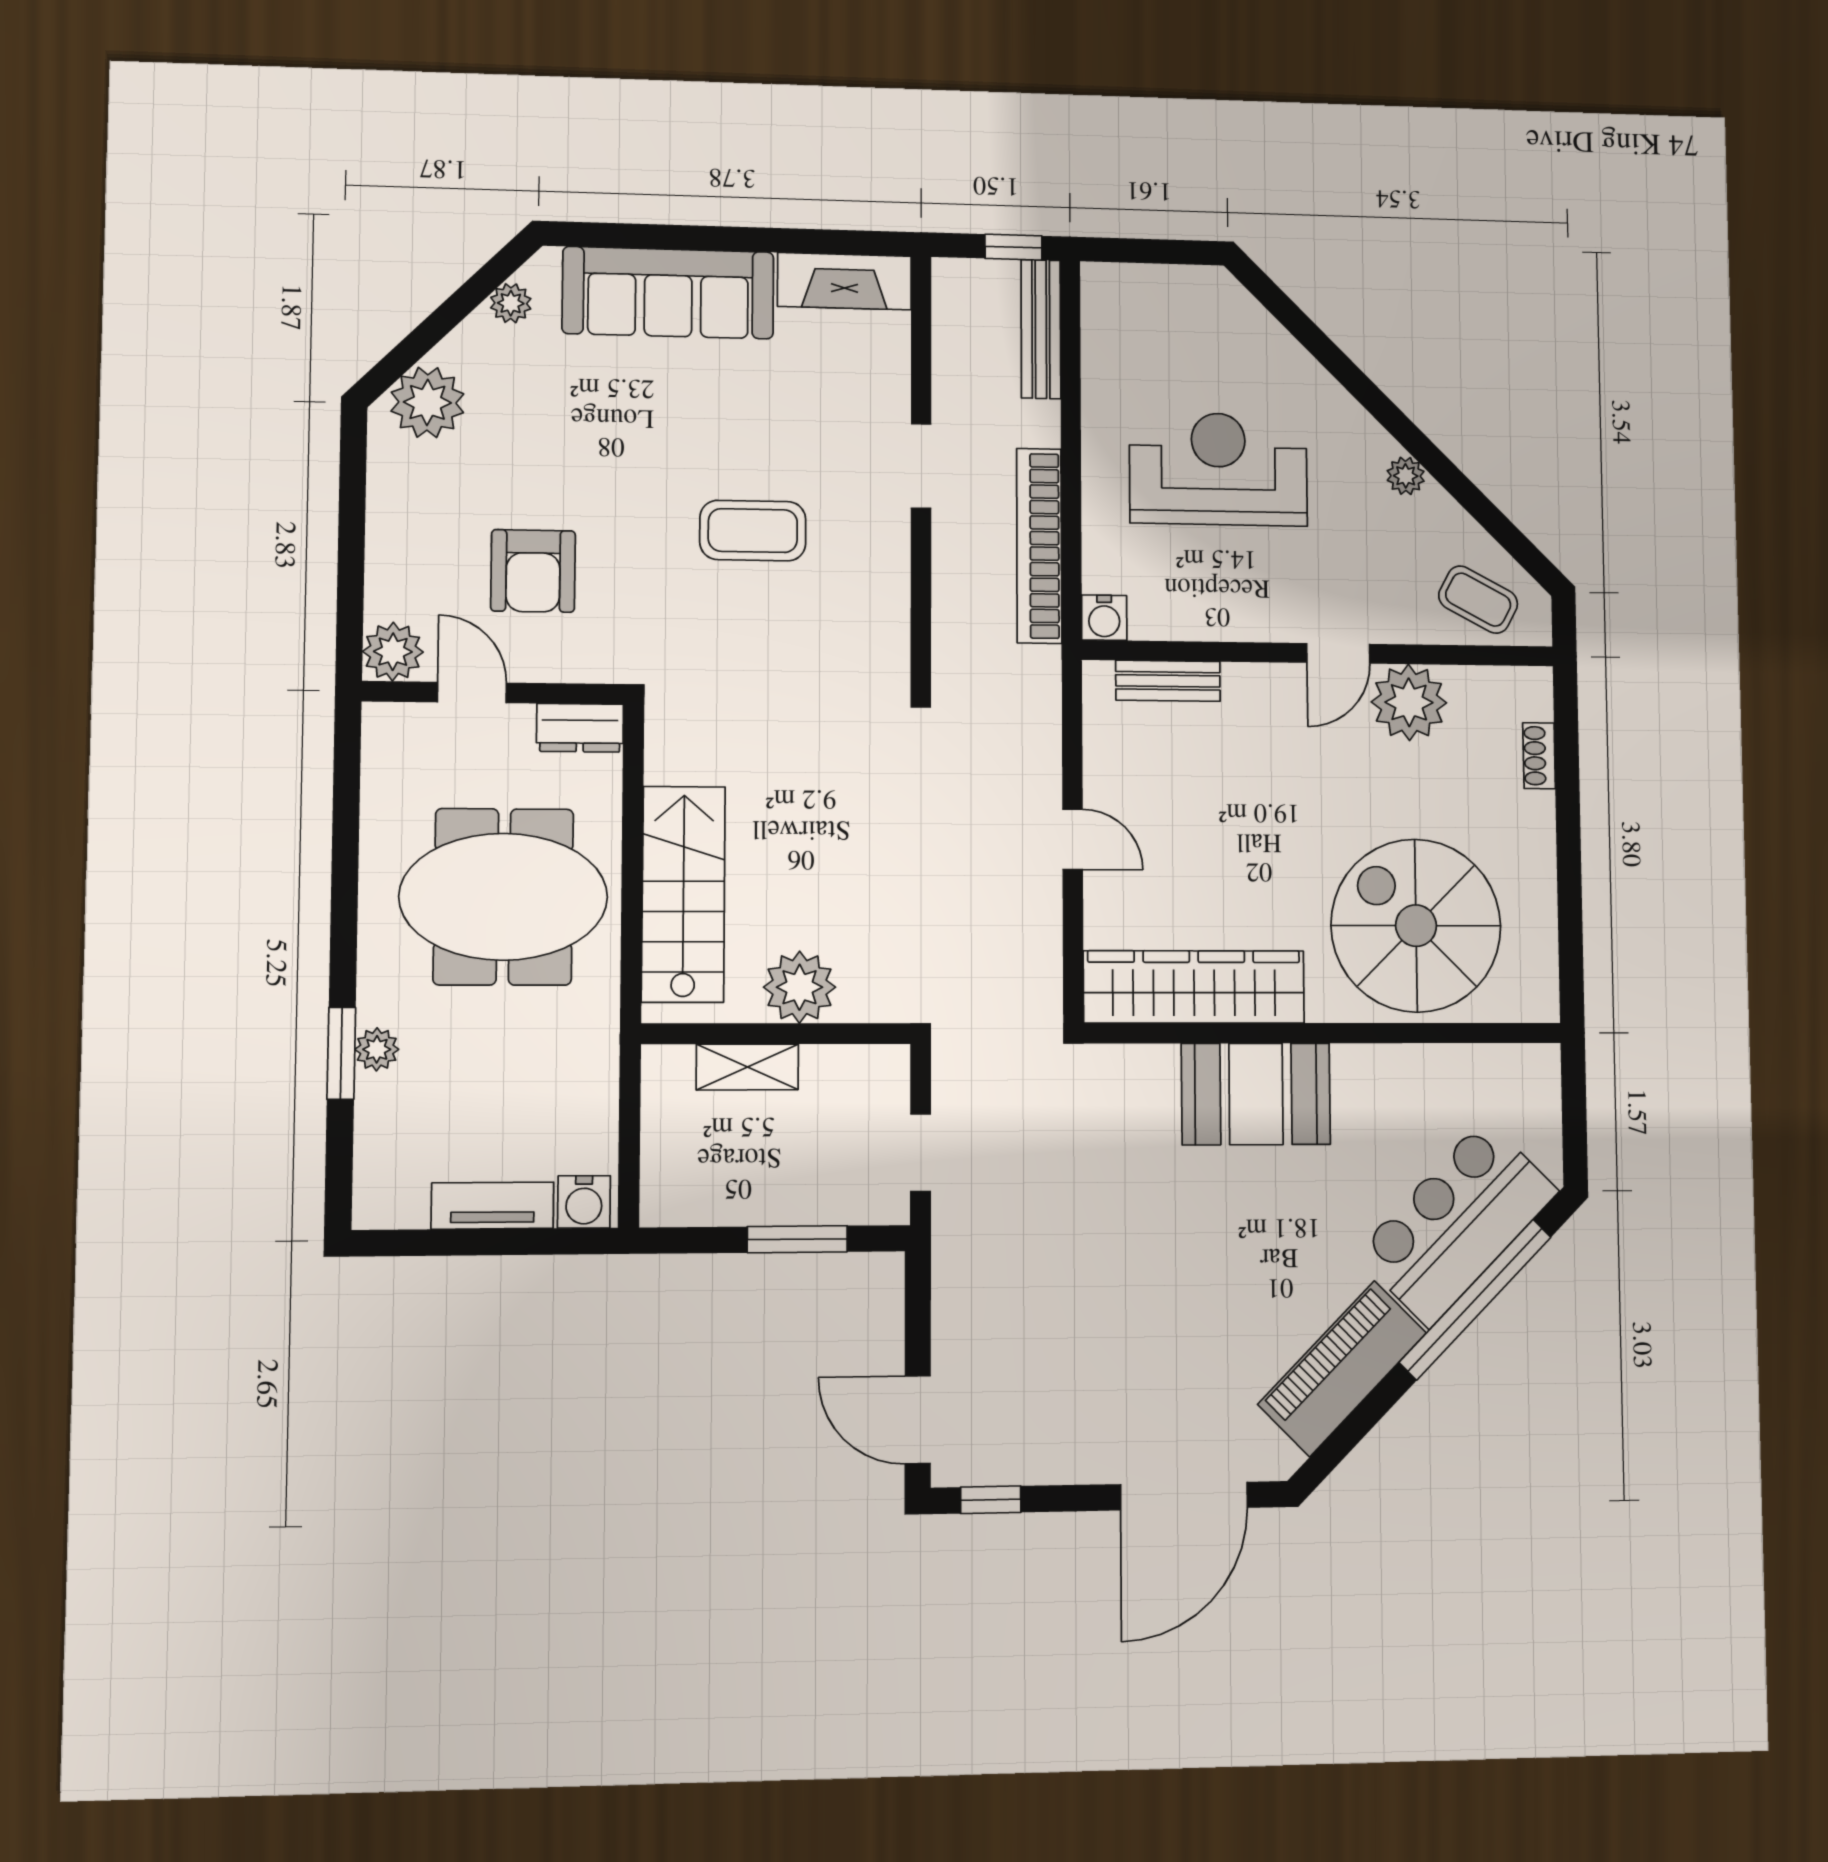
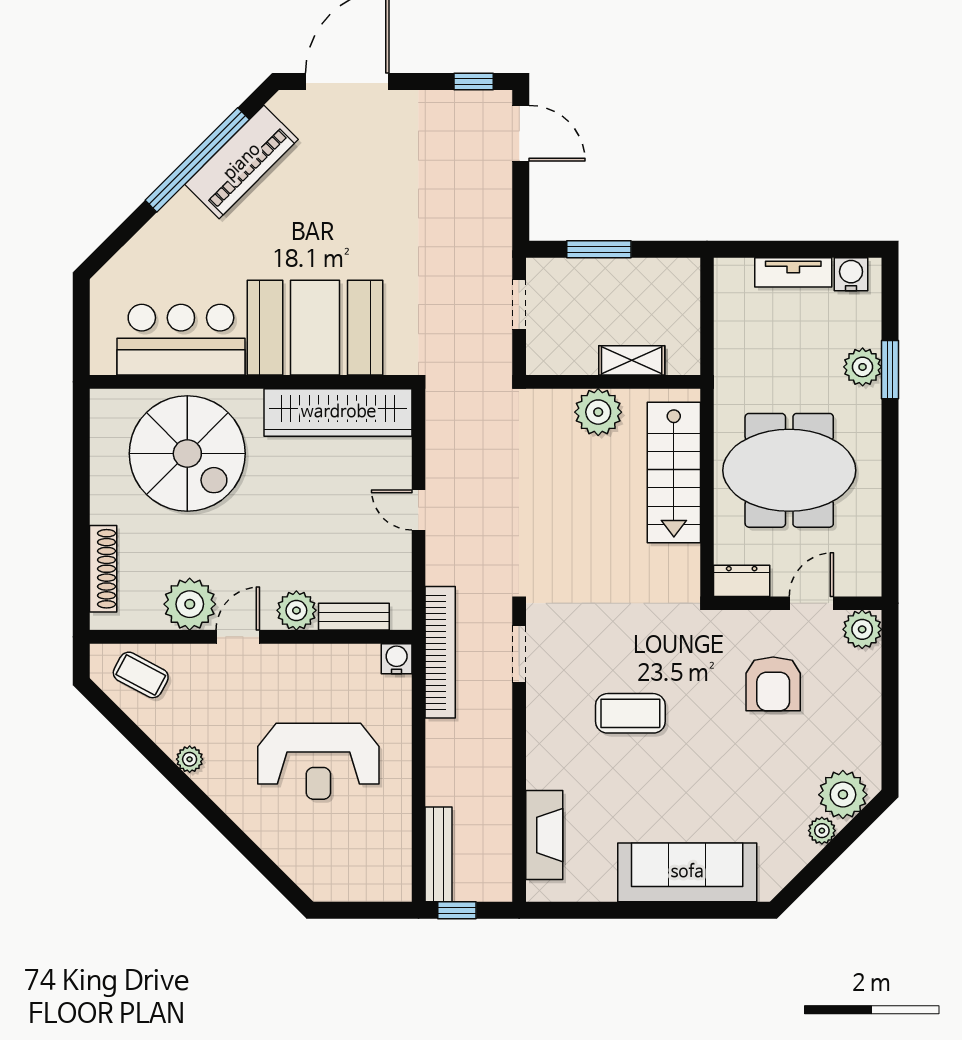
fireplace: (844, 281) -> (544, 835), moved, turned 90
plant: (511, 303) -> (822, 831), moved
doorway: (921, 466) -> (519, 654), moved
bookcase: (1039, 546) -> (440, 652), moved
armchair: (533, 571) -> (773, 684), turned 180
plant: (1253, 691) -> (296, 610), added
door: (472, 692) -> (811, 603), swing flipped
shoe rack: (1539, 756) -> (103, 569), width x1.94, depth x1.24
plant: (377, 1049) -> (863, 367), width x1.38, depth x1.38
booth: (1256, 1094) -> (315, 328), width x1.36, depth x1.42
water cooler: (584, 1202) -> (851, 274), moved
bar counter: (1457, 1222) -> (181, 340), moved, turned -135
window: (1475, 1299) -> (197, 160), moved

